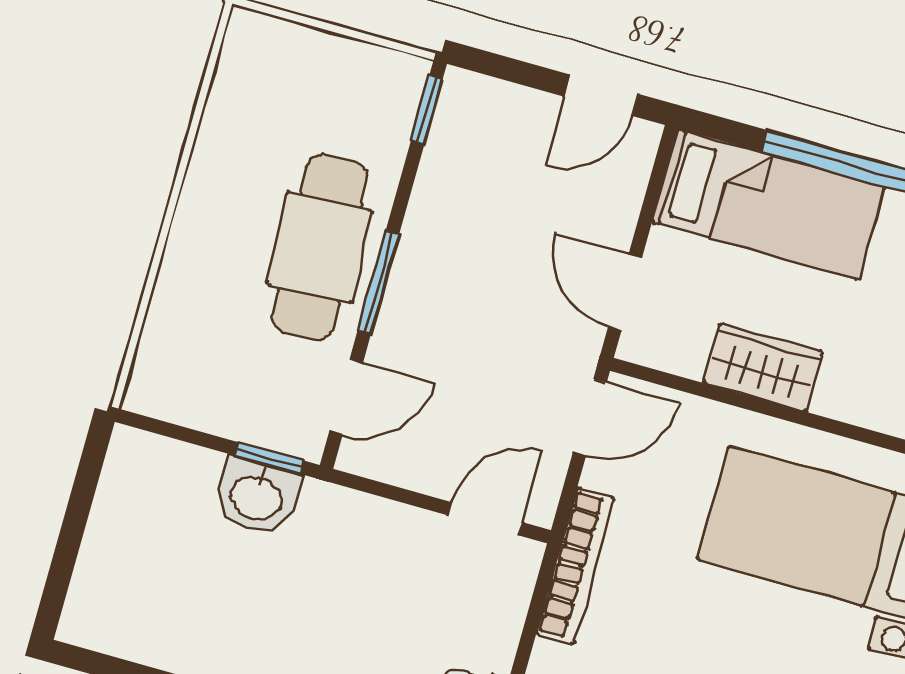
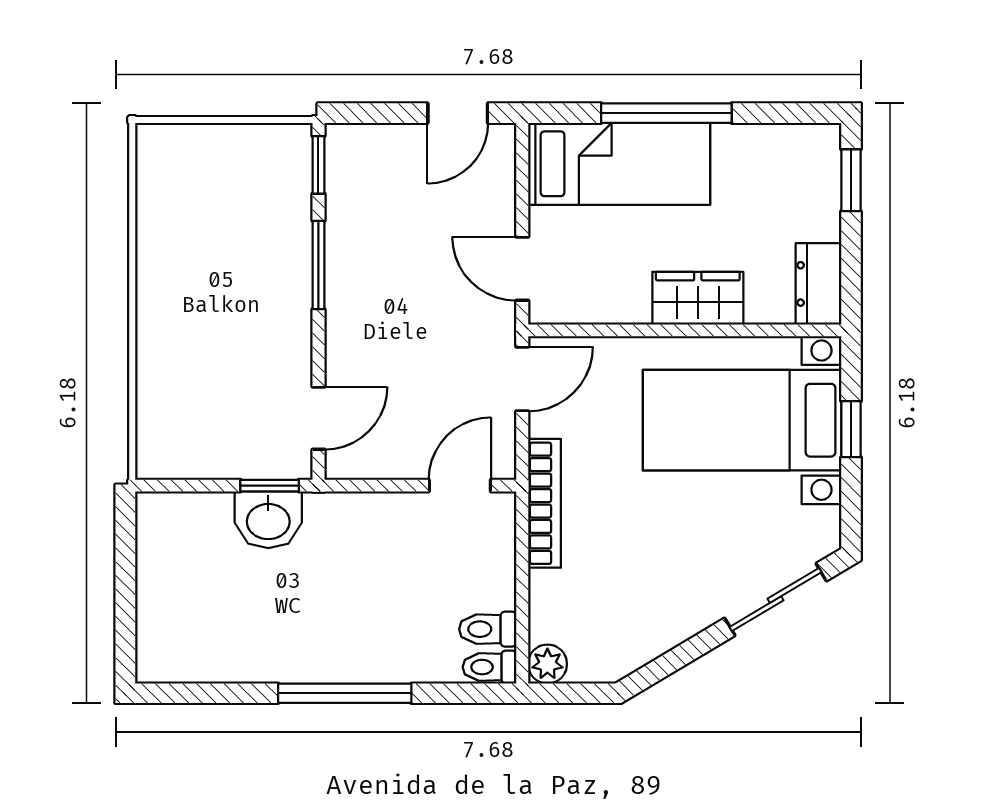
cafe table: (320, 248) -> (263, 302), removed
window: (378, 282) -> (318, 265), moved
wardrobe: (763, 367) -> (698, 298), moved

